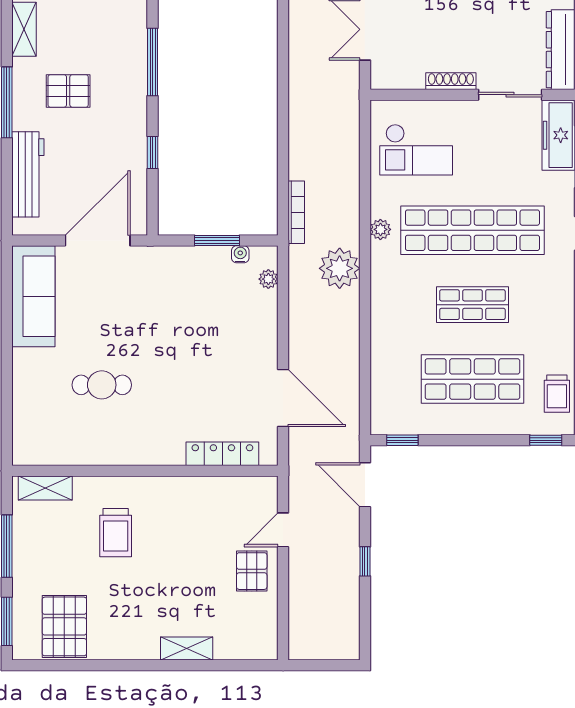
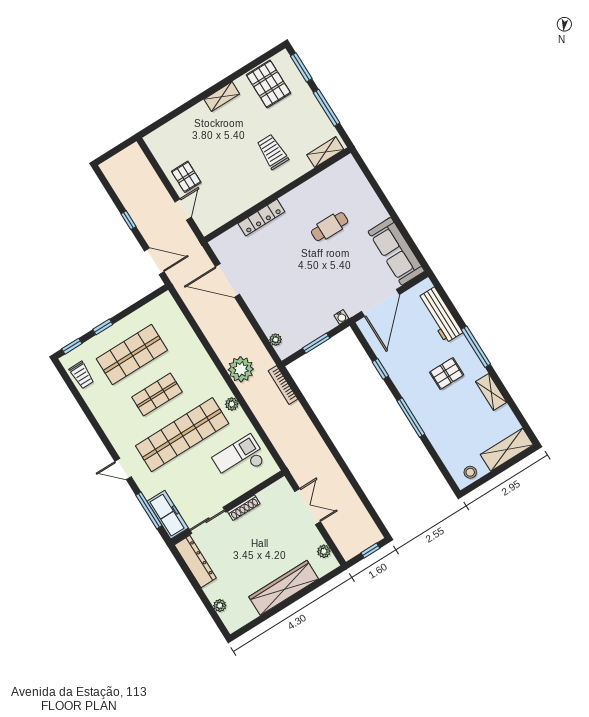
water cooler: (240, 254) -> (341, 317), moved
trolley: (557, 394) -> (82, 375), turned 180
window: (402, 440) -> (103, 327), moved
locker: (222, 454) -> (261, 218), moved
shelving: (187, 649) -> (222, 97), moved

